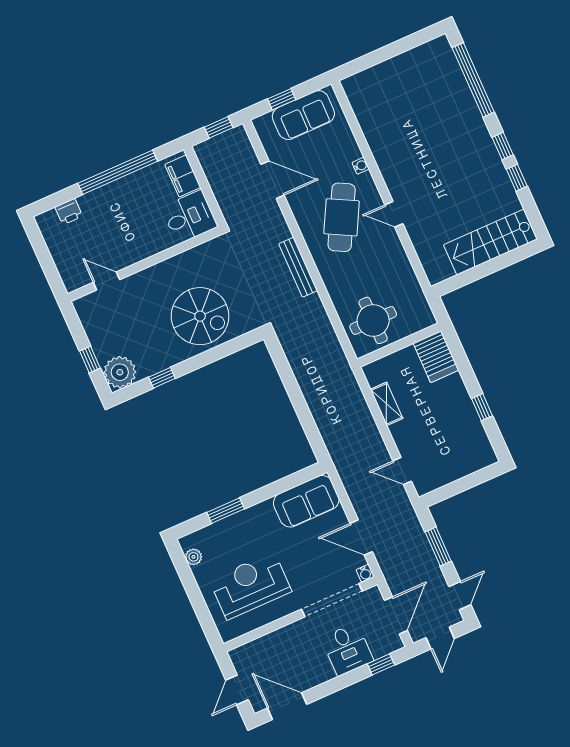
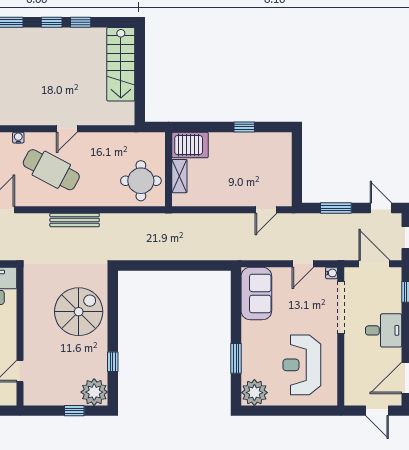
shelving: (387, 404) -> (179, 176), moved, turned 90
door: (361, 538) -> (303, 264), width x0.73
plant: (193, 557) -> (254, 393), width x1.87, depth x1.87
desk: (347, 649) -> (384, 330), moved

